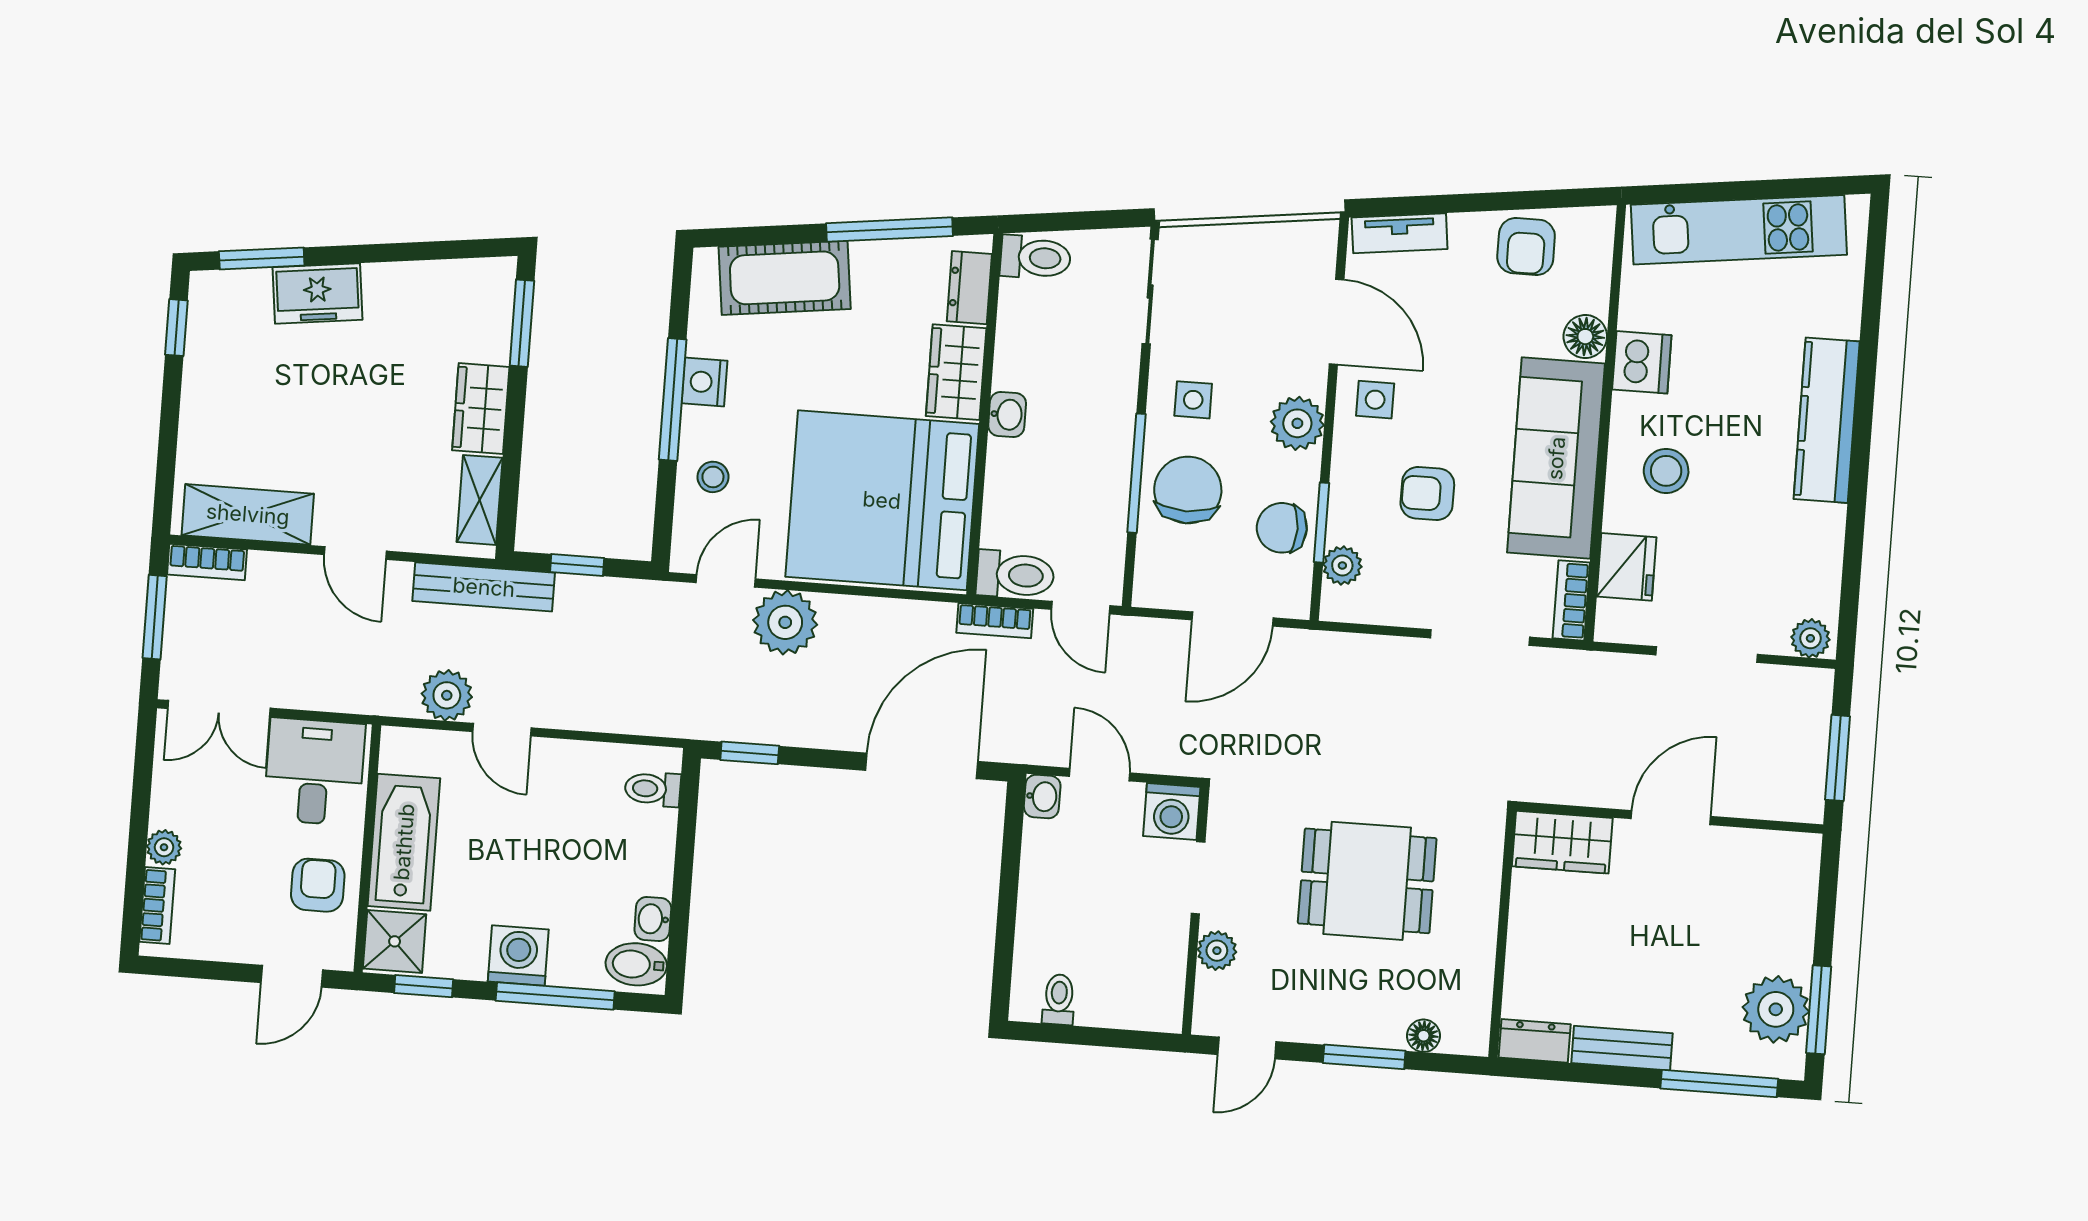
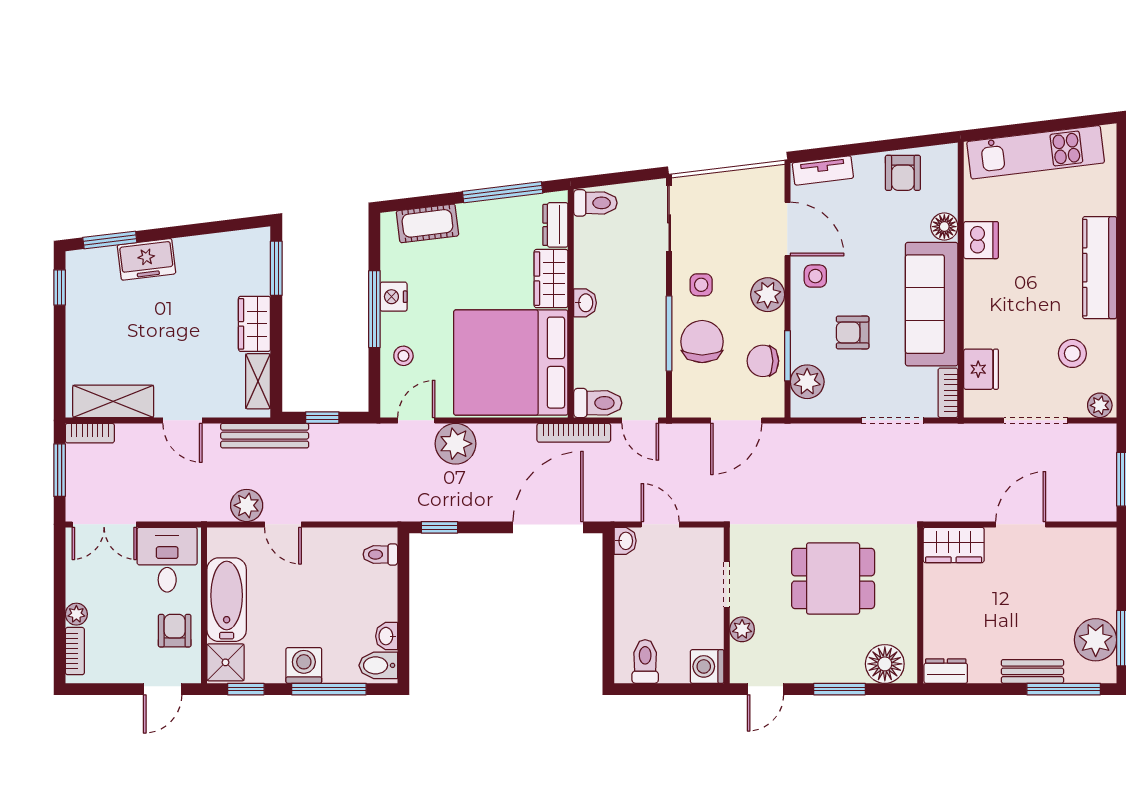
cot: (785, 278) -> (427, 223), width x0.73, depth x0.75
stool: (1666, 471) -> (1072, 353), moved
plant: (1342, 565) -> (807, 382), width x1.38, depth x1.38
bookcase: (995, 621) -> (574, 433), width x1.56
washing machine: (1172, 811) -> (707, 666), moved, turned 90
toilet: (1059, 1000) -> (645, 661), width x1.37, depth x1.39
floor lamp: (1424, 1036) -> (885, 664), width x1.89, depth x1.89
bench: (1622, 1048) -> (1032, 671), moved

